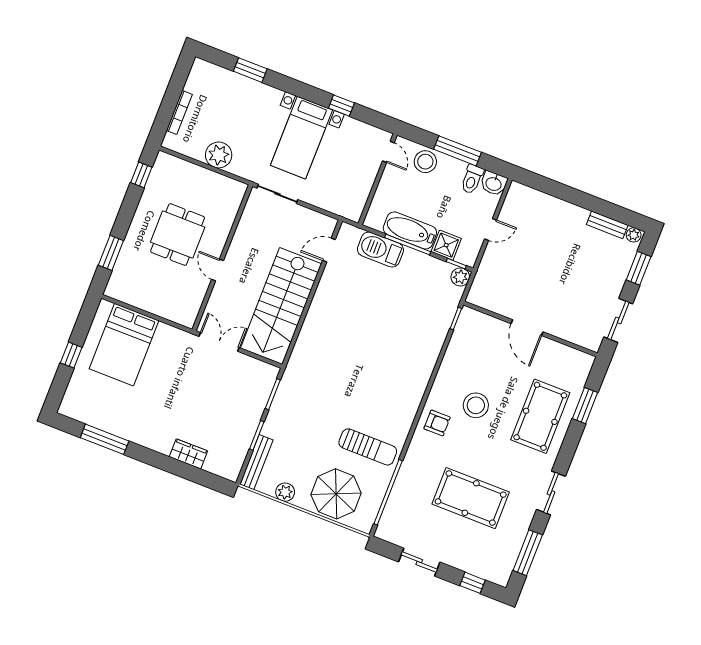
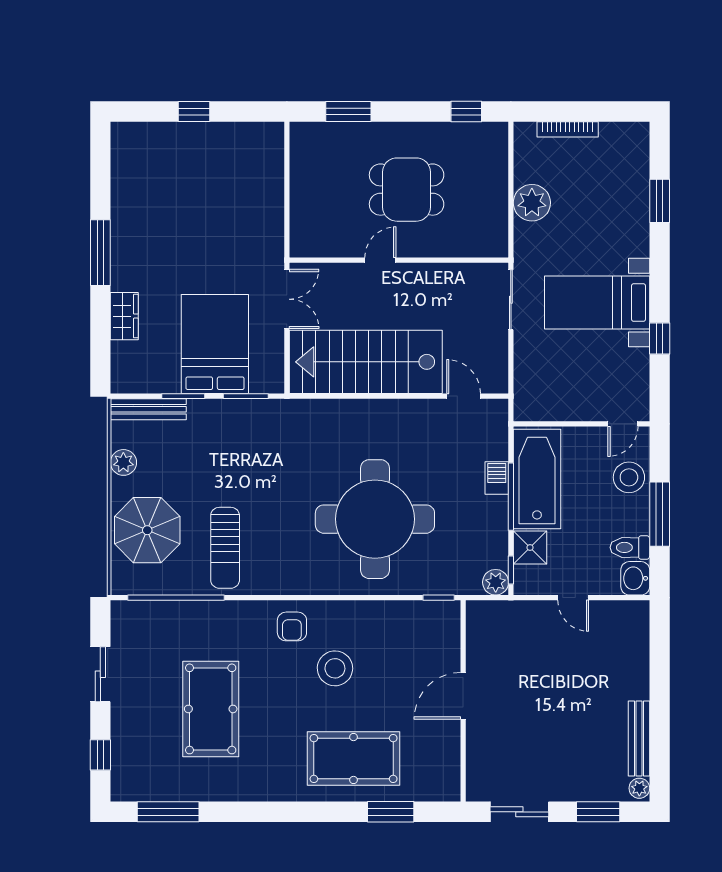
bench: (607, 225) -> (639, 738), width x1.36
bathtub: (410, 230) -> (537, 479), width x1.36, depth x1.36
barbecue: (380, 250) -> (497, 478), width x0.53, depth x0.65
round table: (387, 340) -> (375, 519), added
bed: (124, 345) -> (215, 344), moved, turned 90
window: (105, 439) -> (100, 253), moved
sliding door: (551, 493) -> (258, 812), removed

